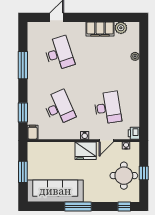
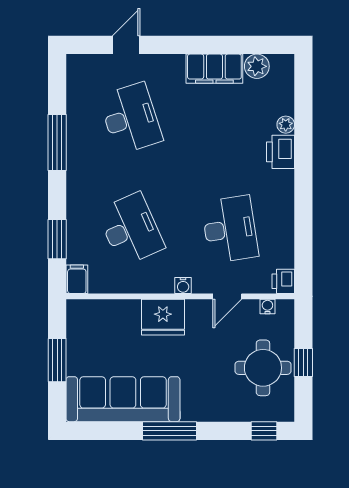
printer: (132, 70) -> (281, 152), added
fridge: (86, 151) -> (163, 317), moved

